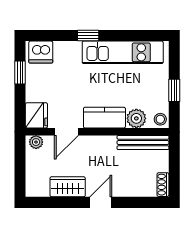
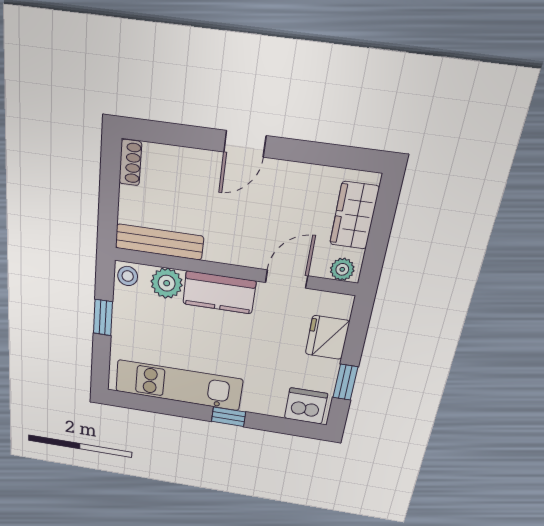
fridge: (36, 115) -> (327, 337), moved
wardrobe: (68, 187) -> (354, 216), moved, turned 90

